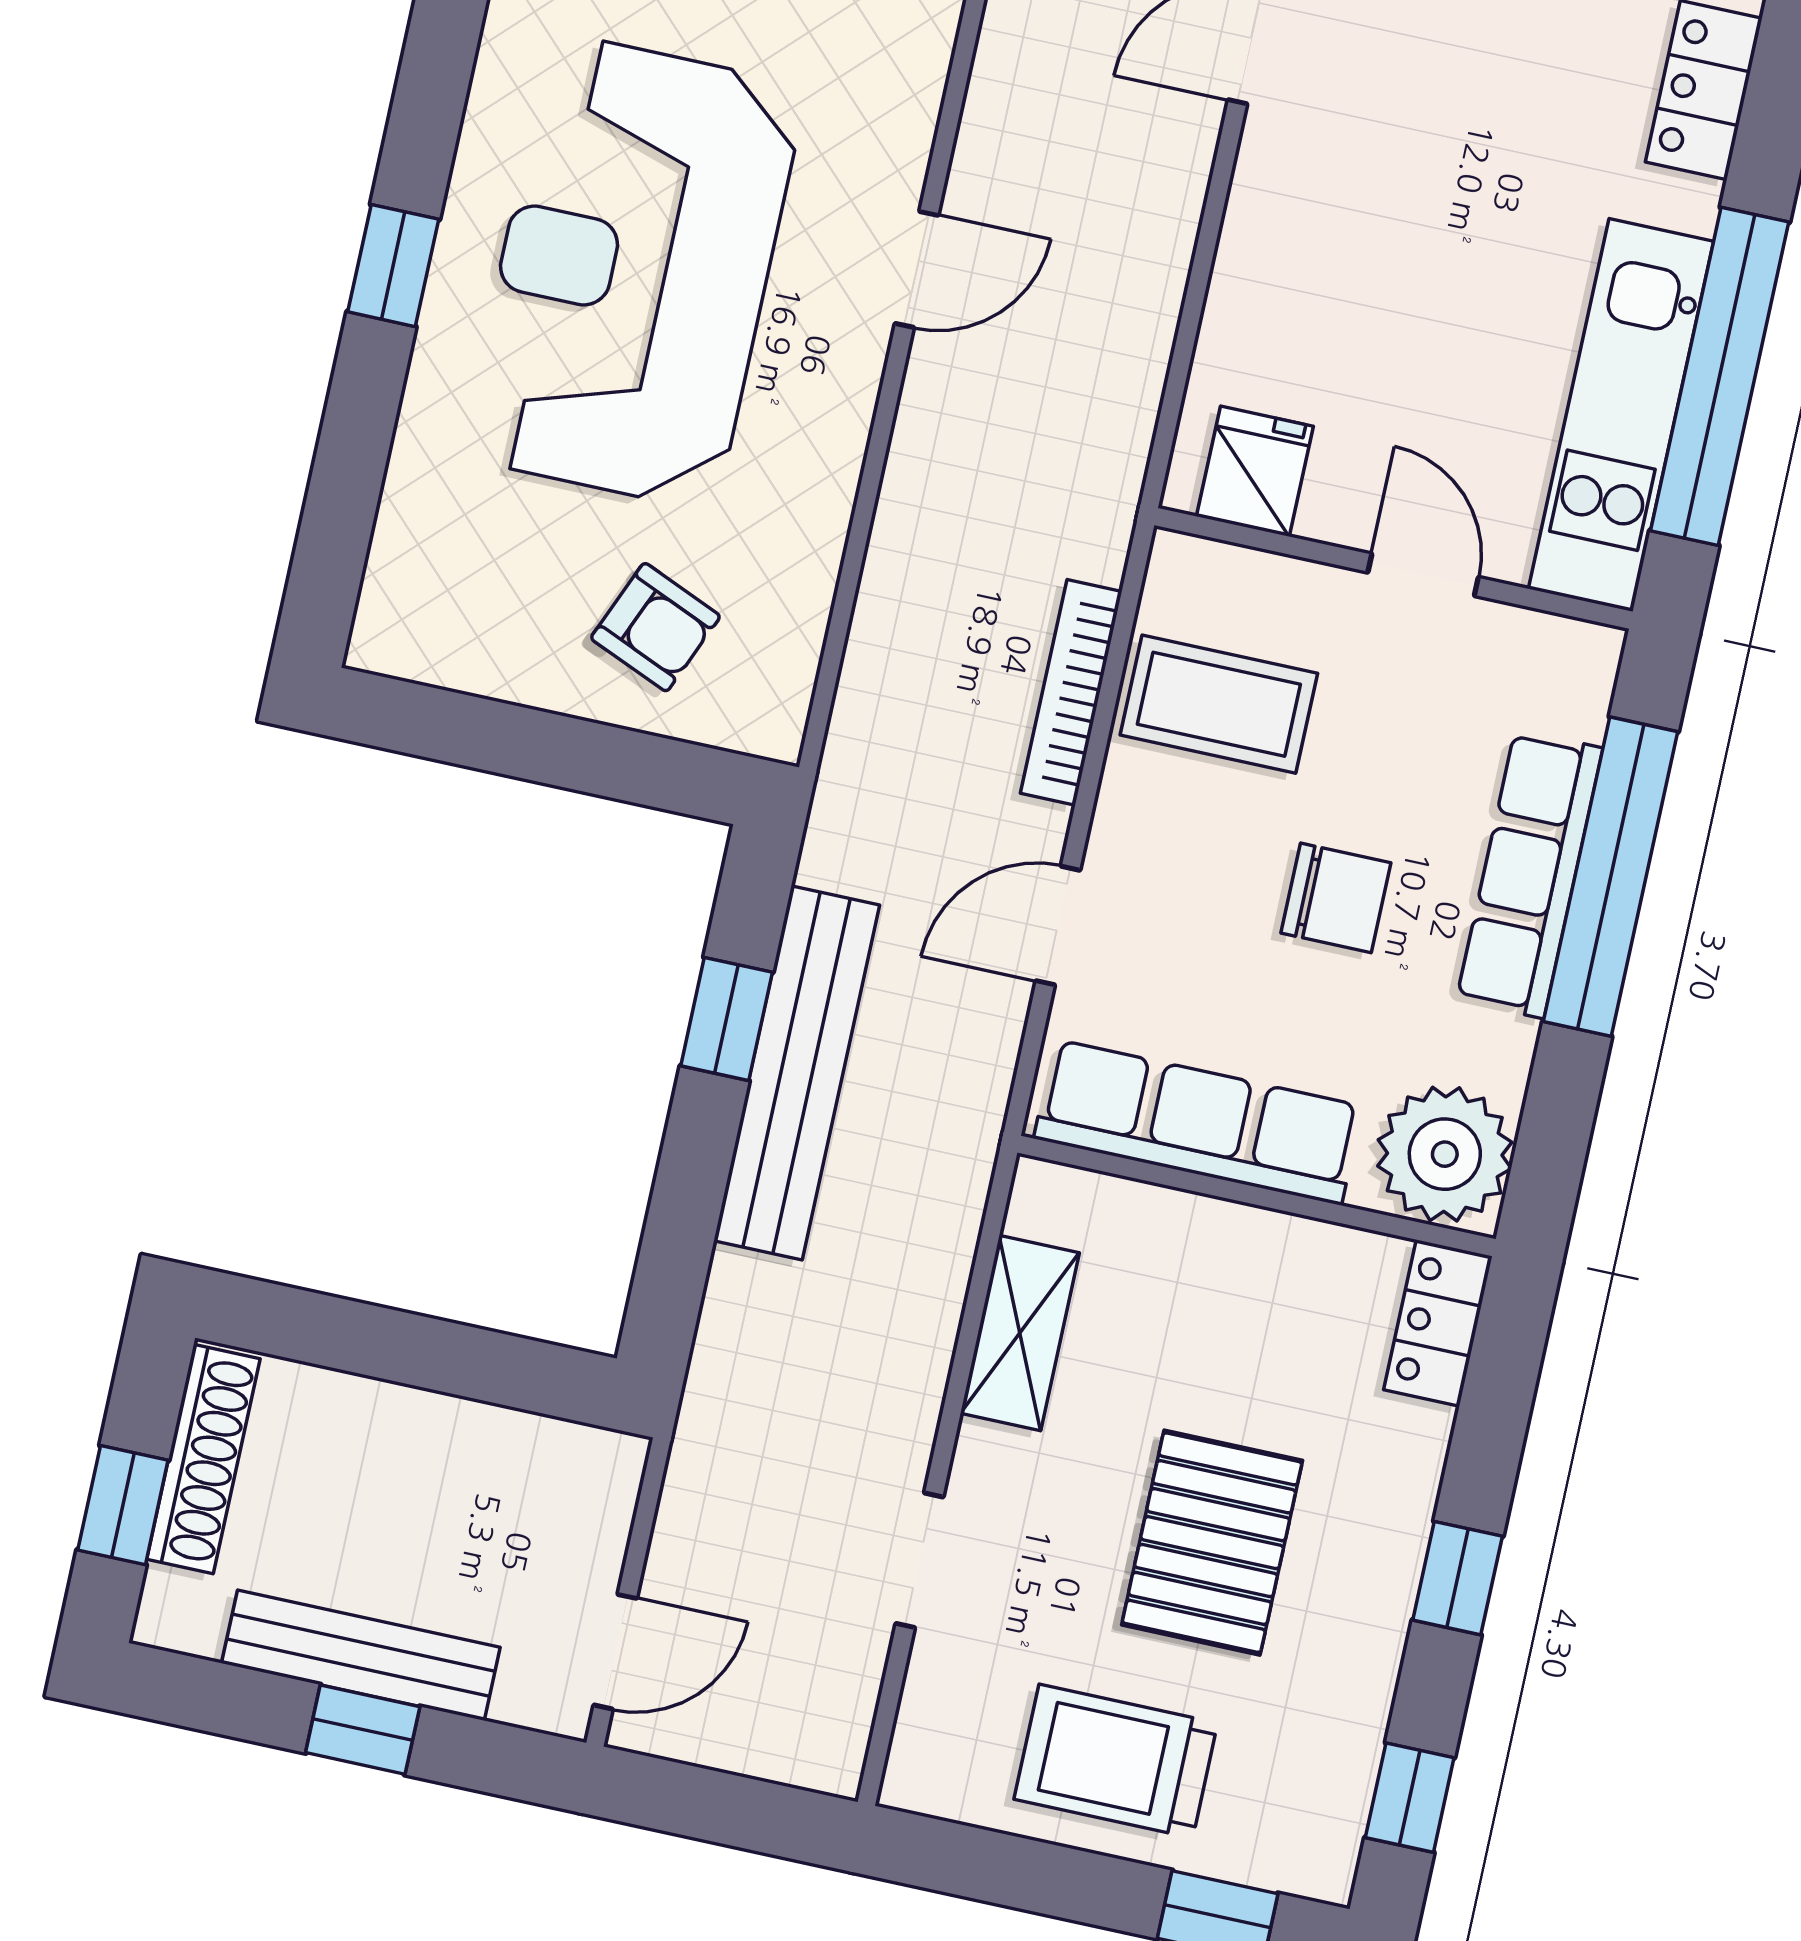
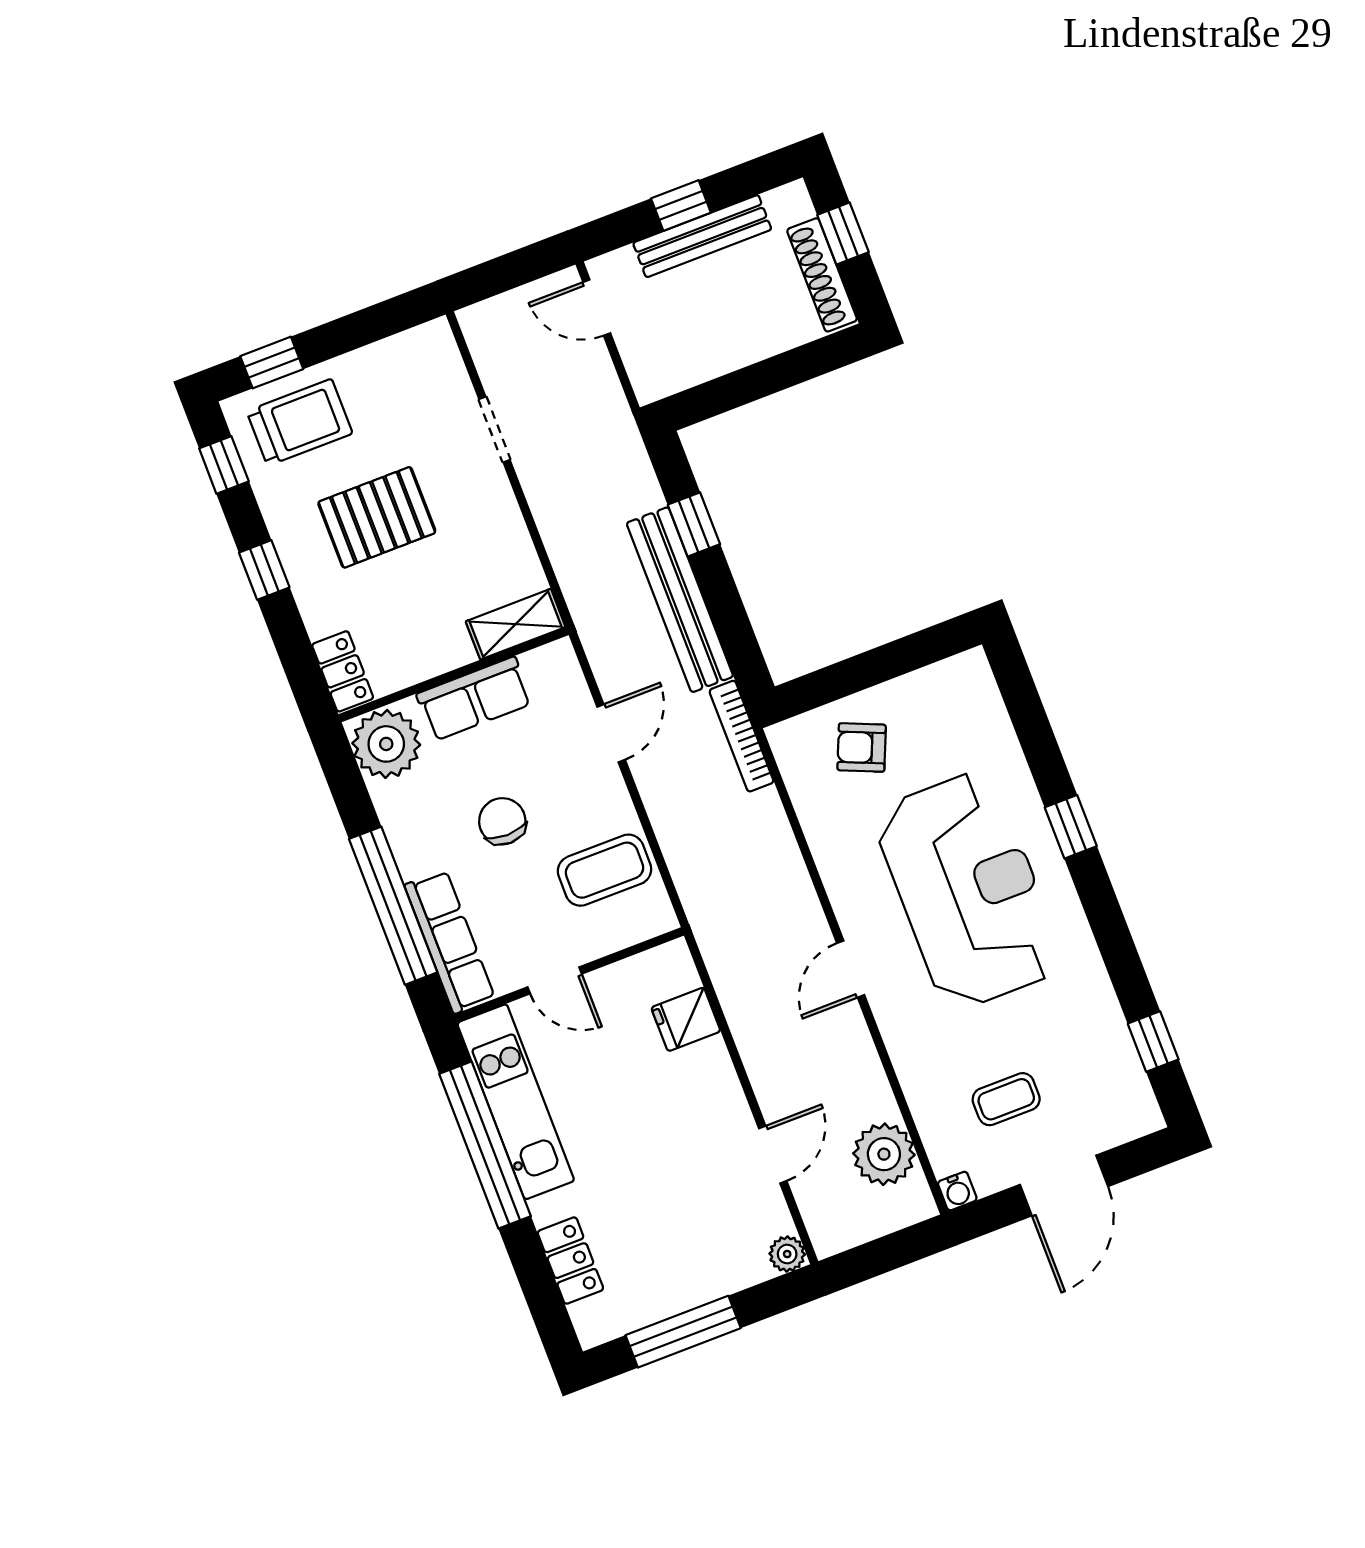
fridge: (1255, 471) -> (686, 1019), moved, turned 90
bookcase: (1071, 692) -> (741, 736), moved, turned 180
row of seats: (1530, 874) -> (450, 942), moved
chair: (1336, 898) -> (502, 821), turned 90
window: (727, 1019) -> (694, 524), moved
row of seats: (1198, 1122) -> (474, 699), width x0.68
shelving: (1020, 1333) -> (516, 624), moved, turned 90
pallet: (1212, 1543) -> (377, 517), turned 90
door: (615, 1652) -> (597, 308), hinge flipped
trolley: (1116, 1761) -> (300, 422), moved

